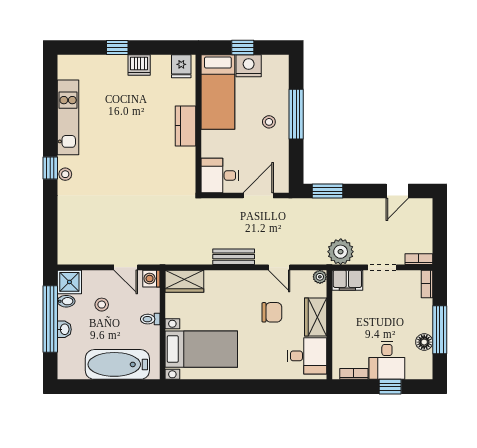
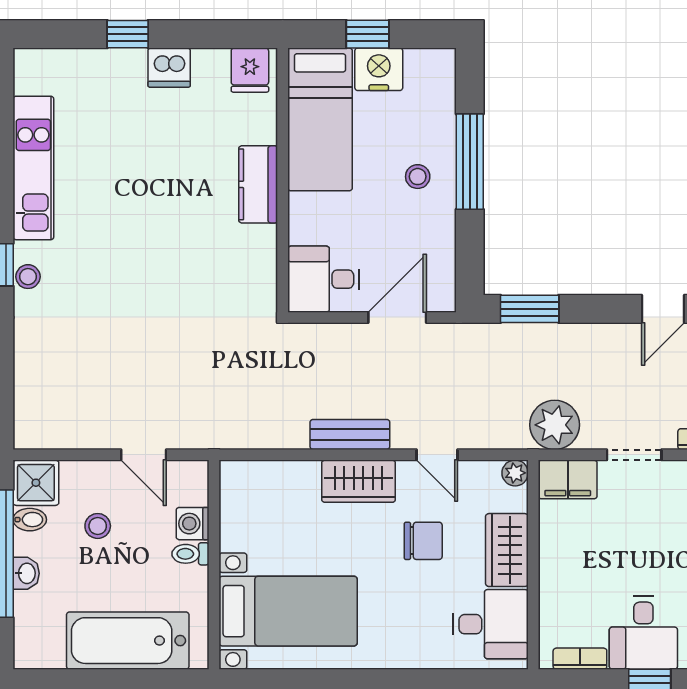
washing machine: (151, 279) -> (193, 524), moved
wardrobe: (184, 281) -> (359, 481), moved

